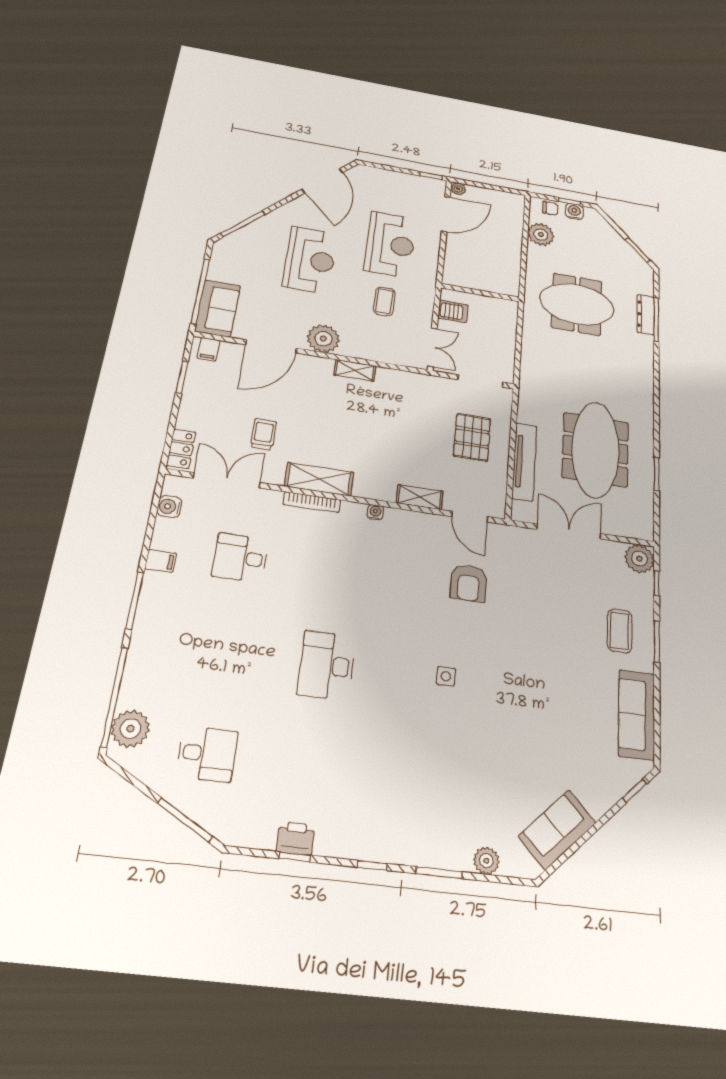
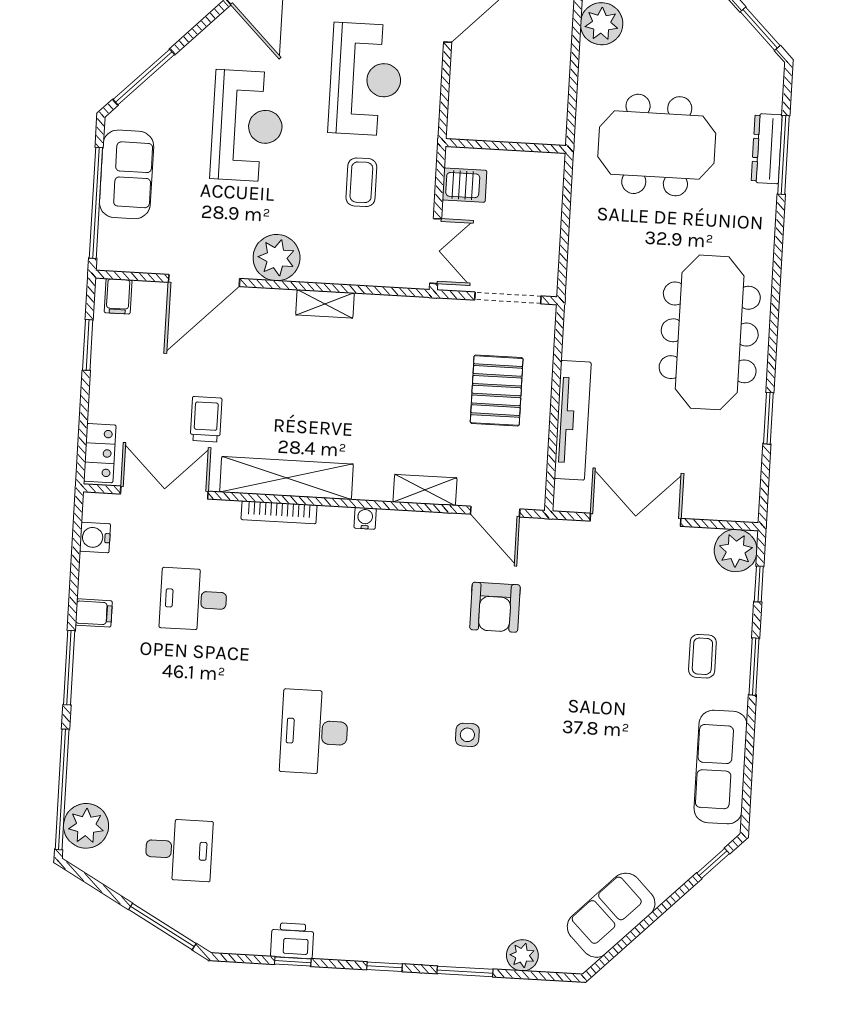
sofa: (218, 308) -> (127, 174), moved
meeting table: (595, 450) -> (710, 332), moved
shelving: (319, 479) -> (287, 478), width x1.47
coffee table: (620, 631) -> (702, 656), width x0.73, depth x0.77

